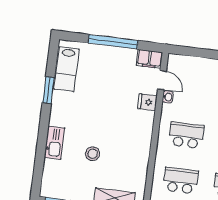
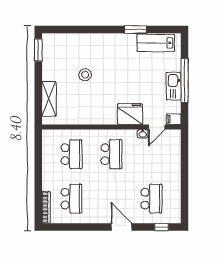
filing cabinet: (149, 59) -> (174, 119), width x0.50
fridge: (147, 102) -> (130, 114), width x1.88, depth x1.34
kitchen sink: (54, 143) -> (174, 86), moved, turned 90

